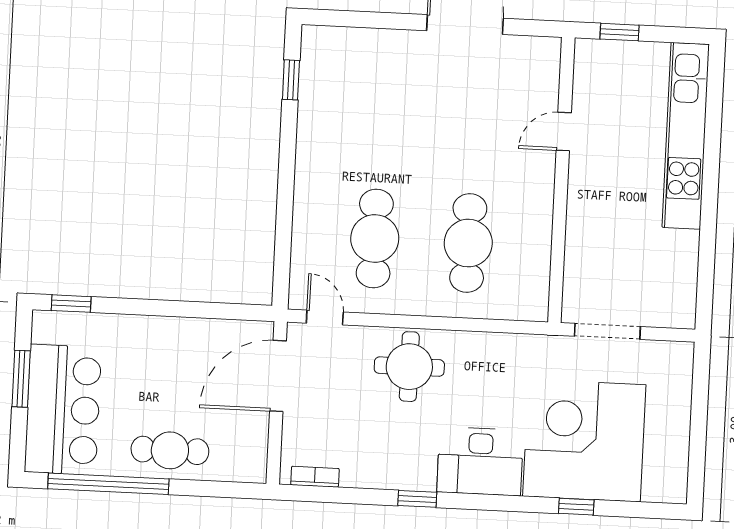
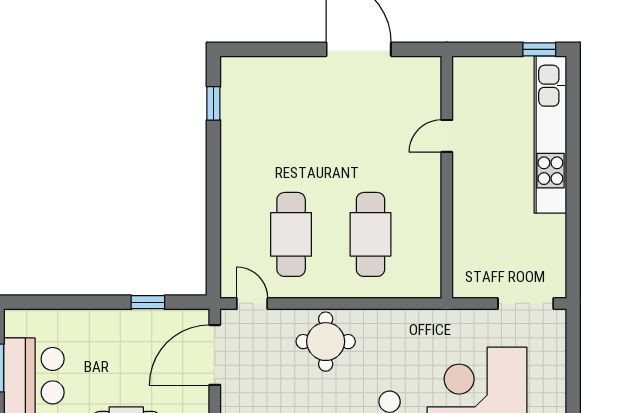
window: (619, 32) -> (539, 49), moved
window: (71, 304) -> (148, 302), moved
doorway: (607, 331) -> (526, 303), moved

